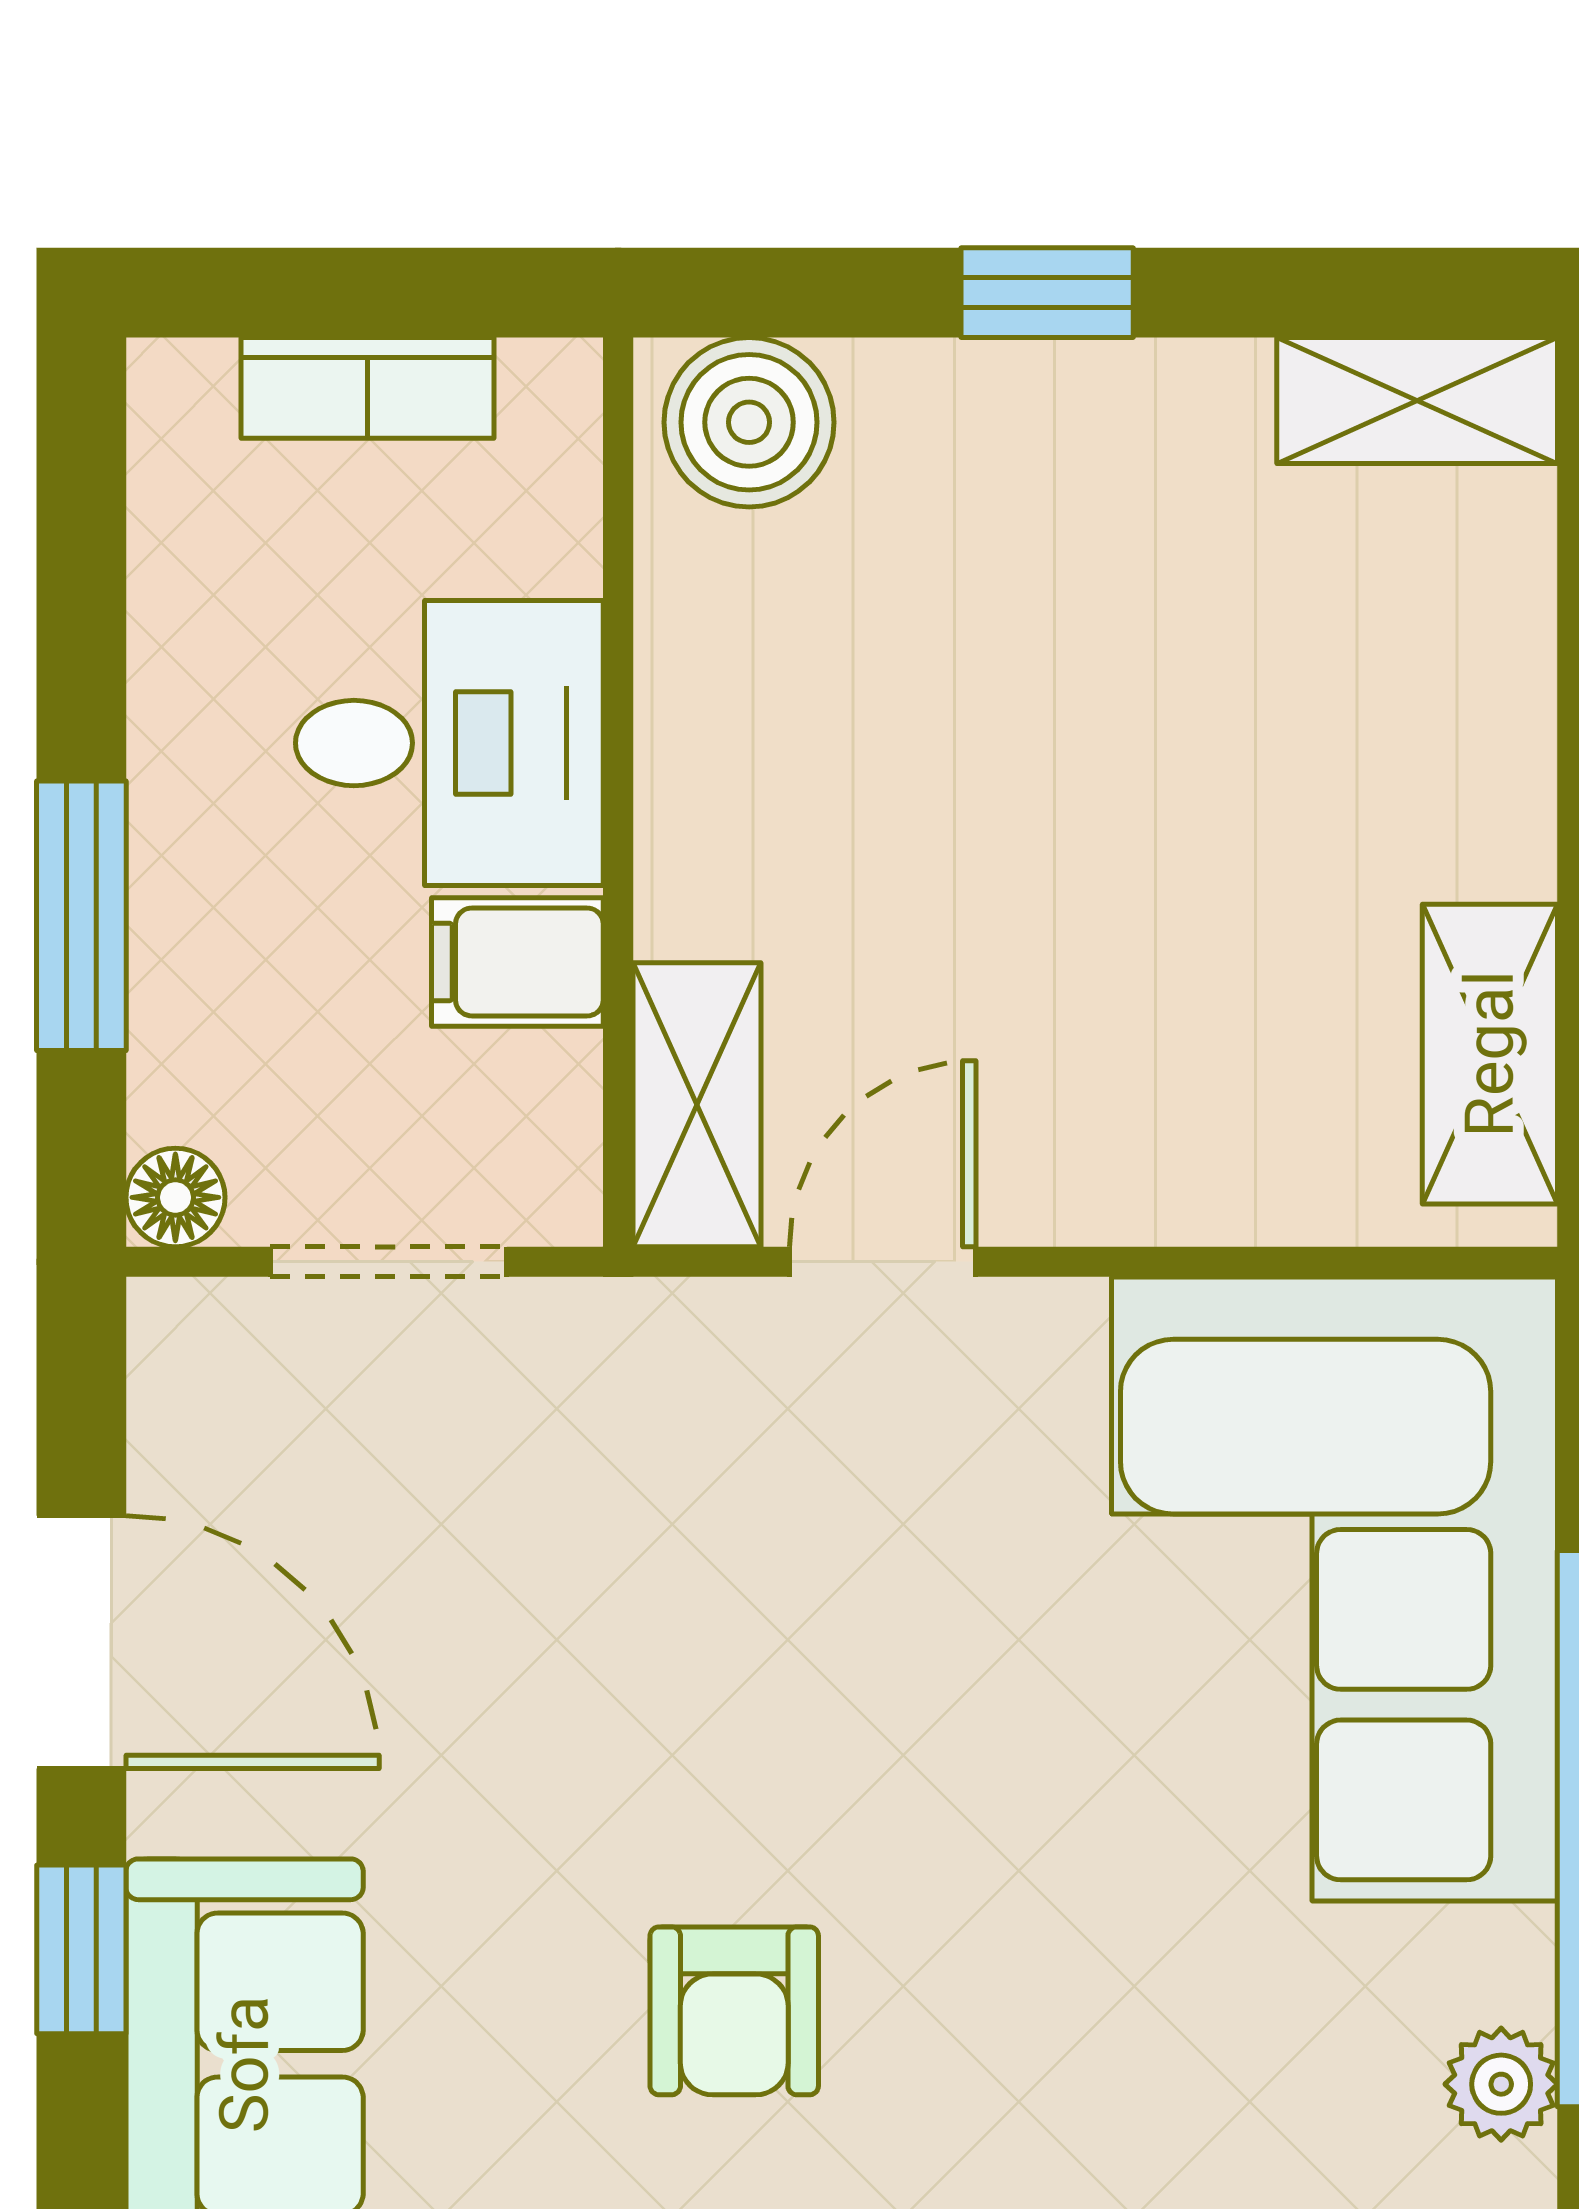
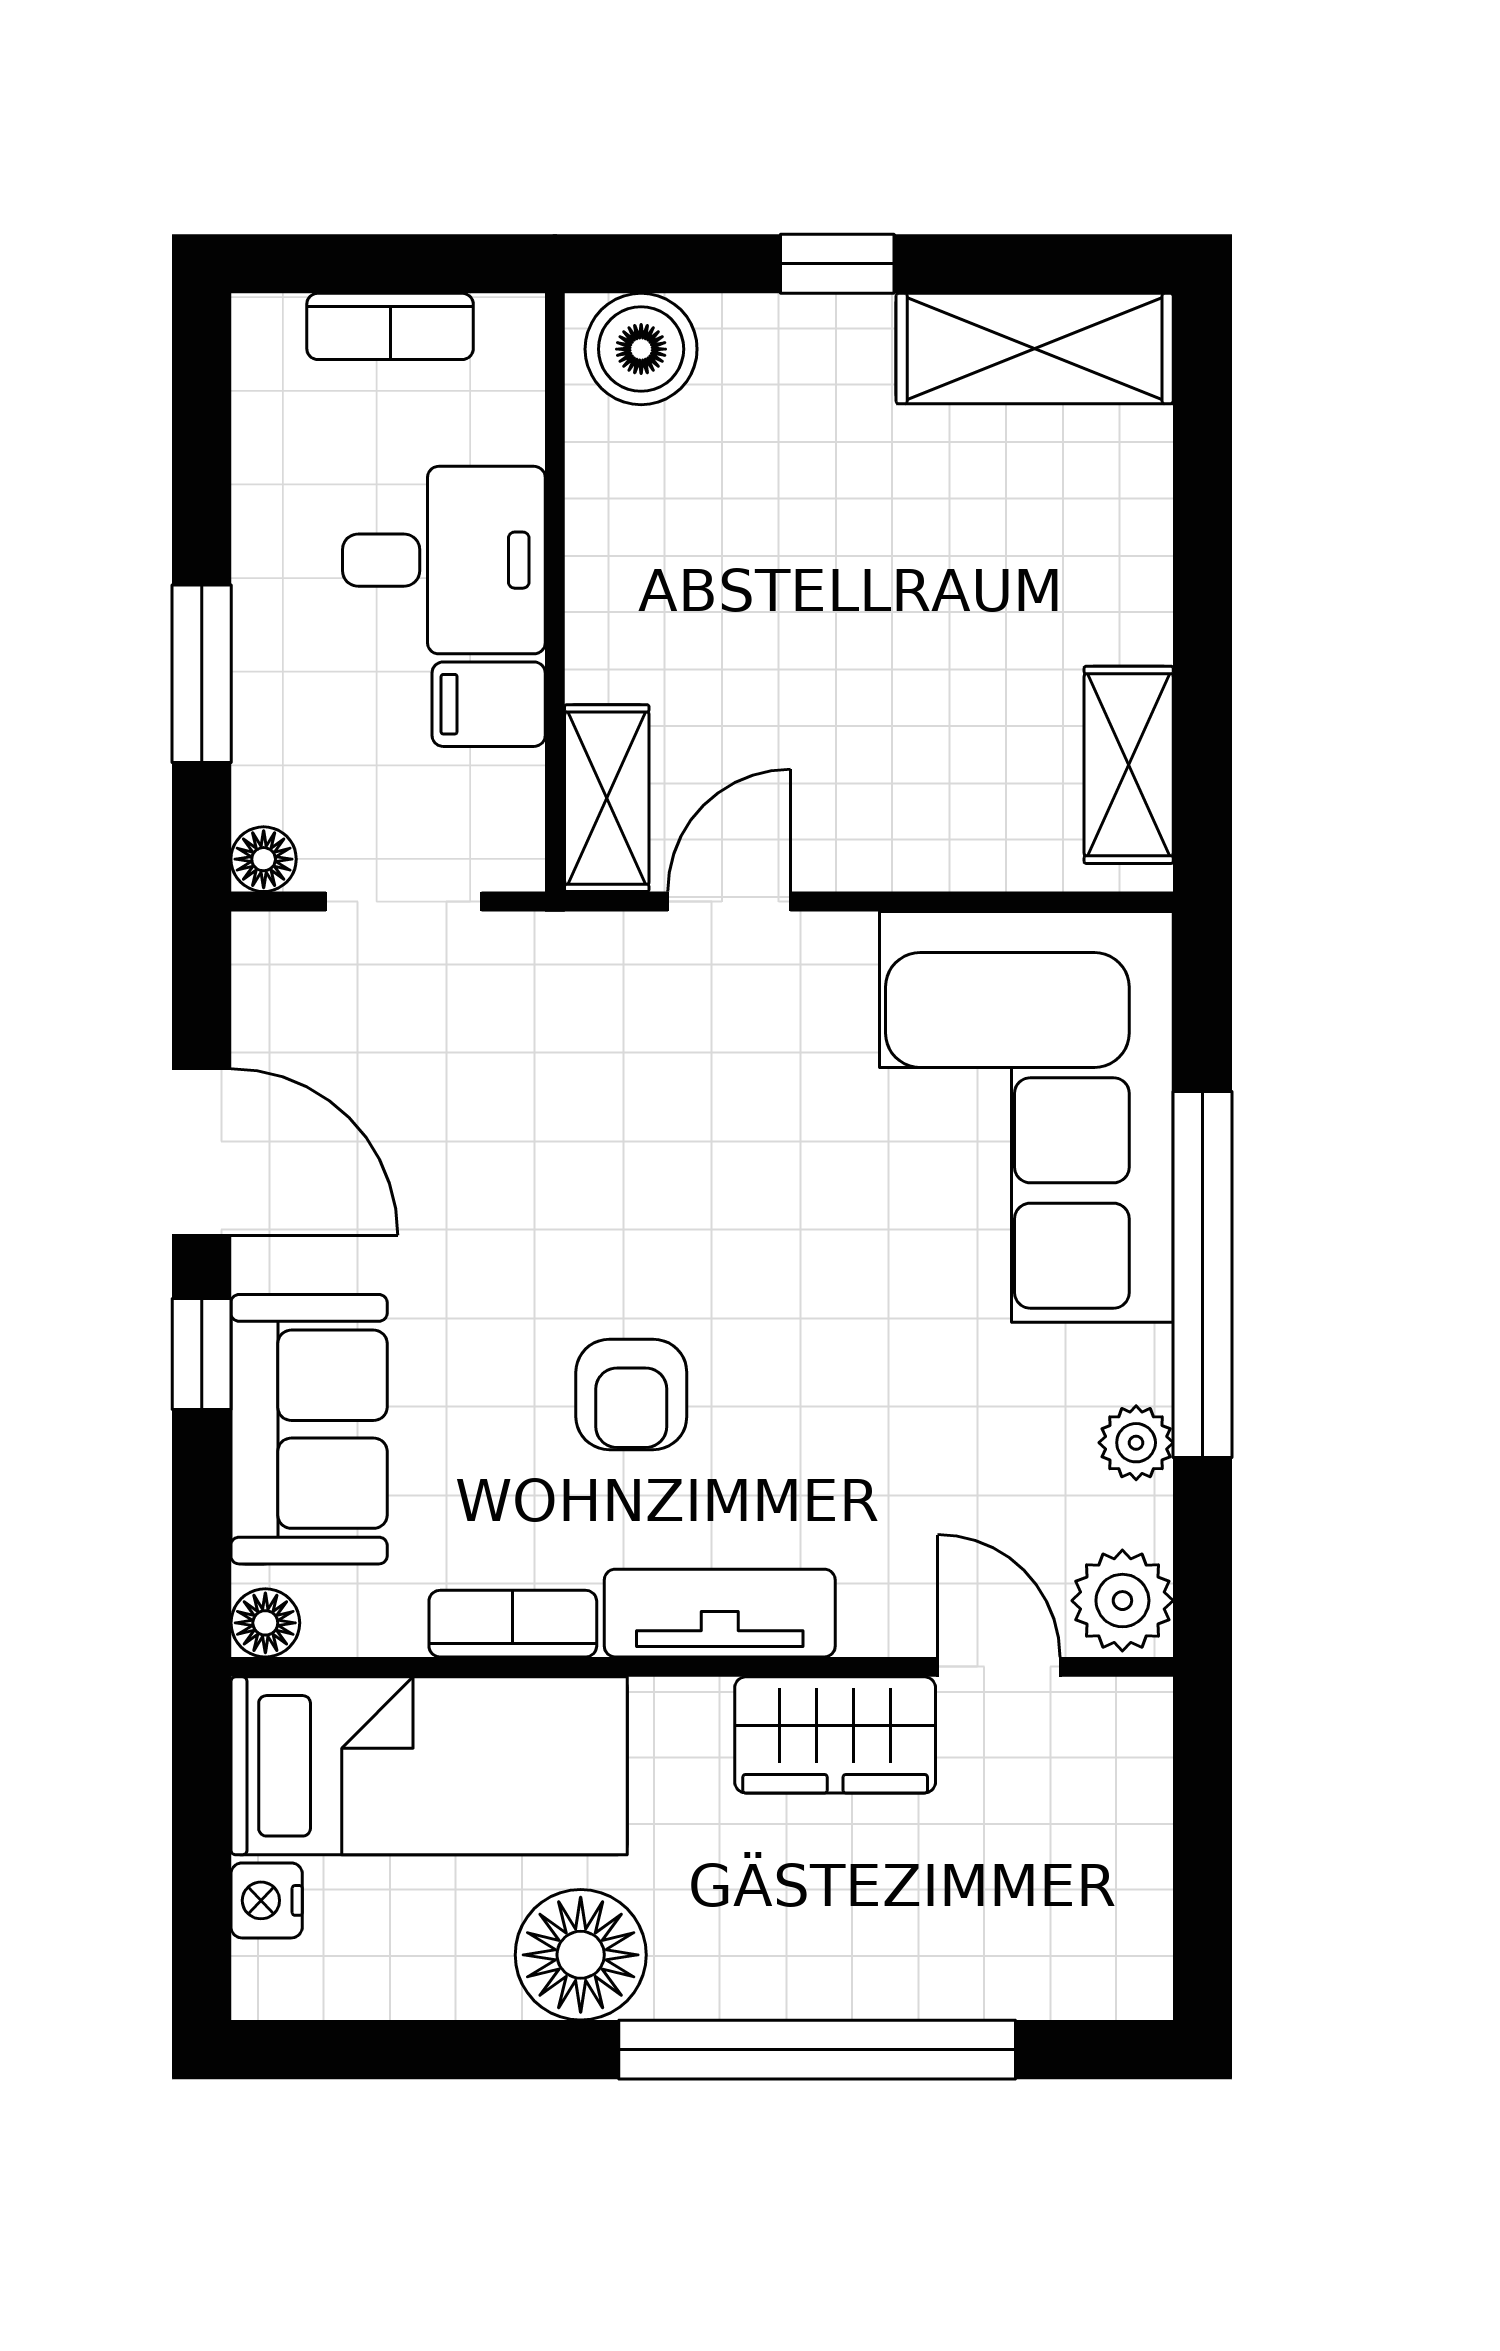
shelving: (1417, 400) -> (1035, 349), width x1.50, depth x1.33

